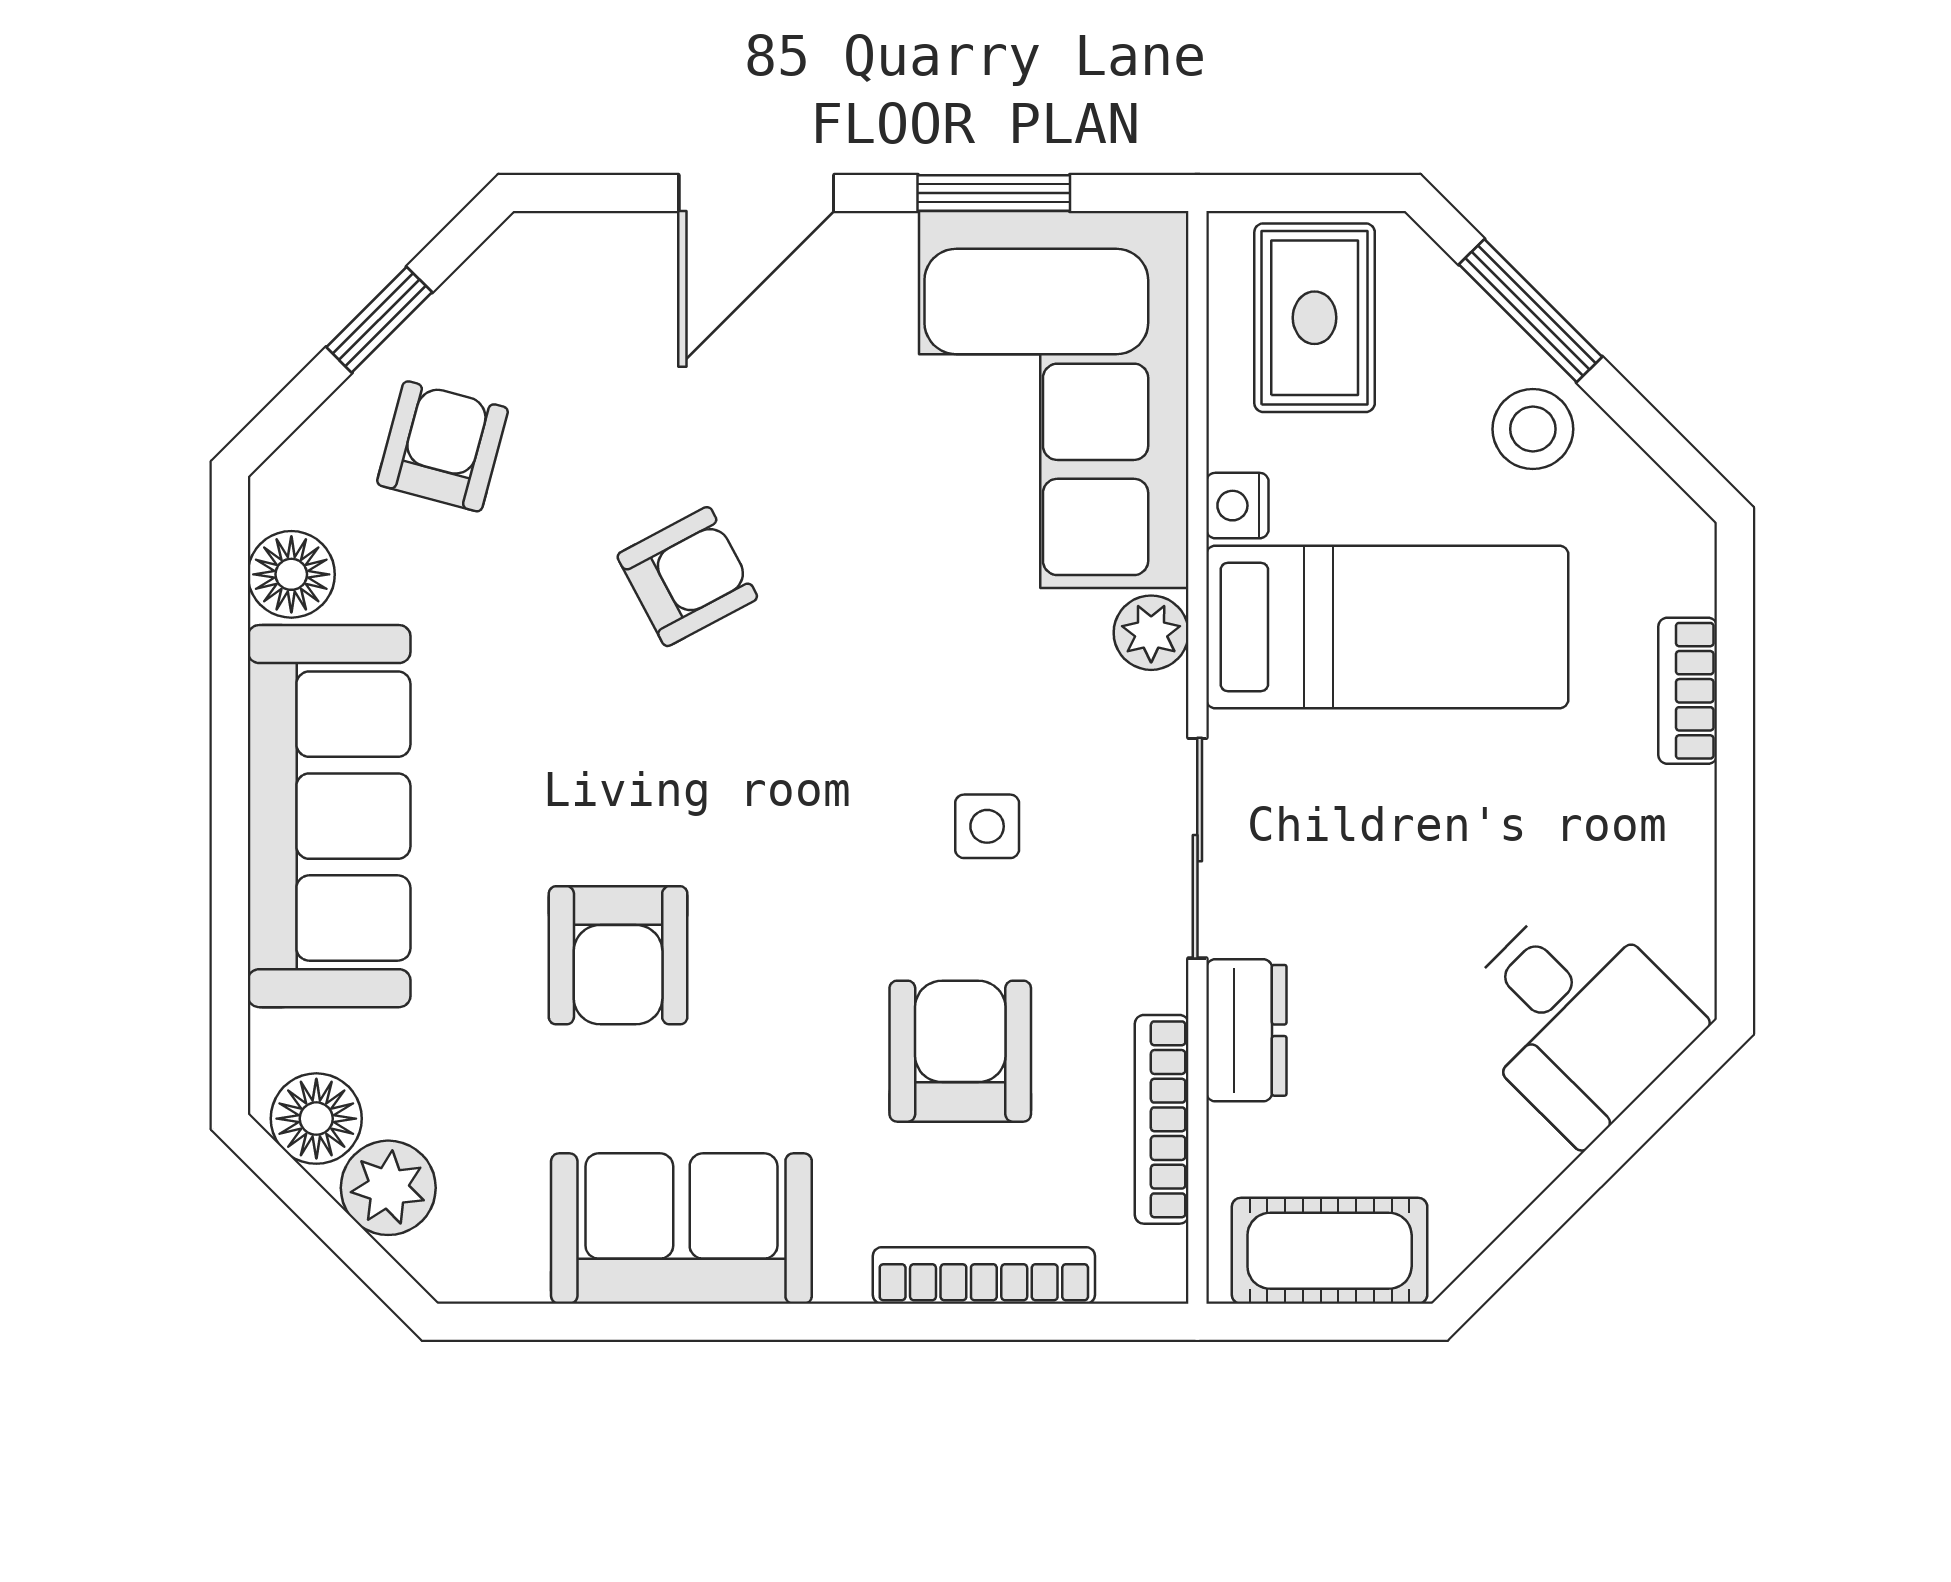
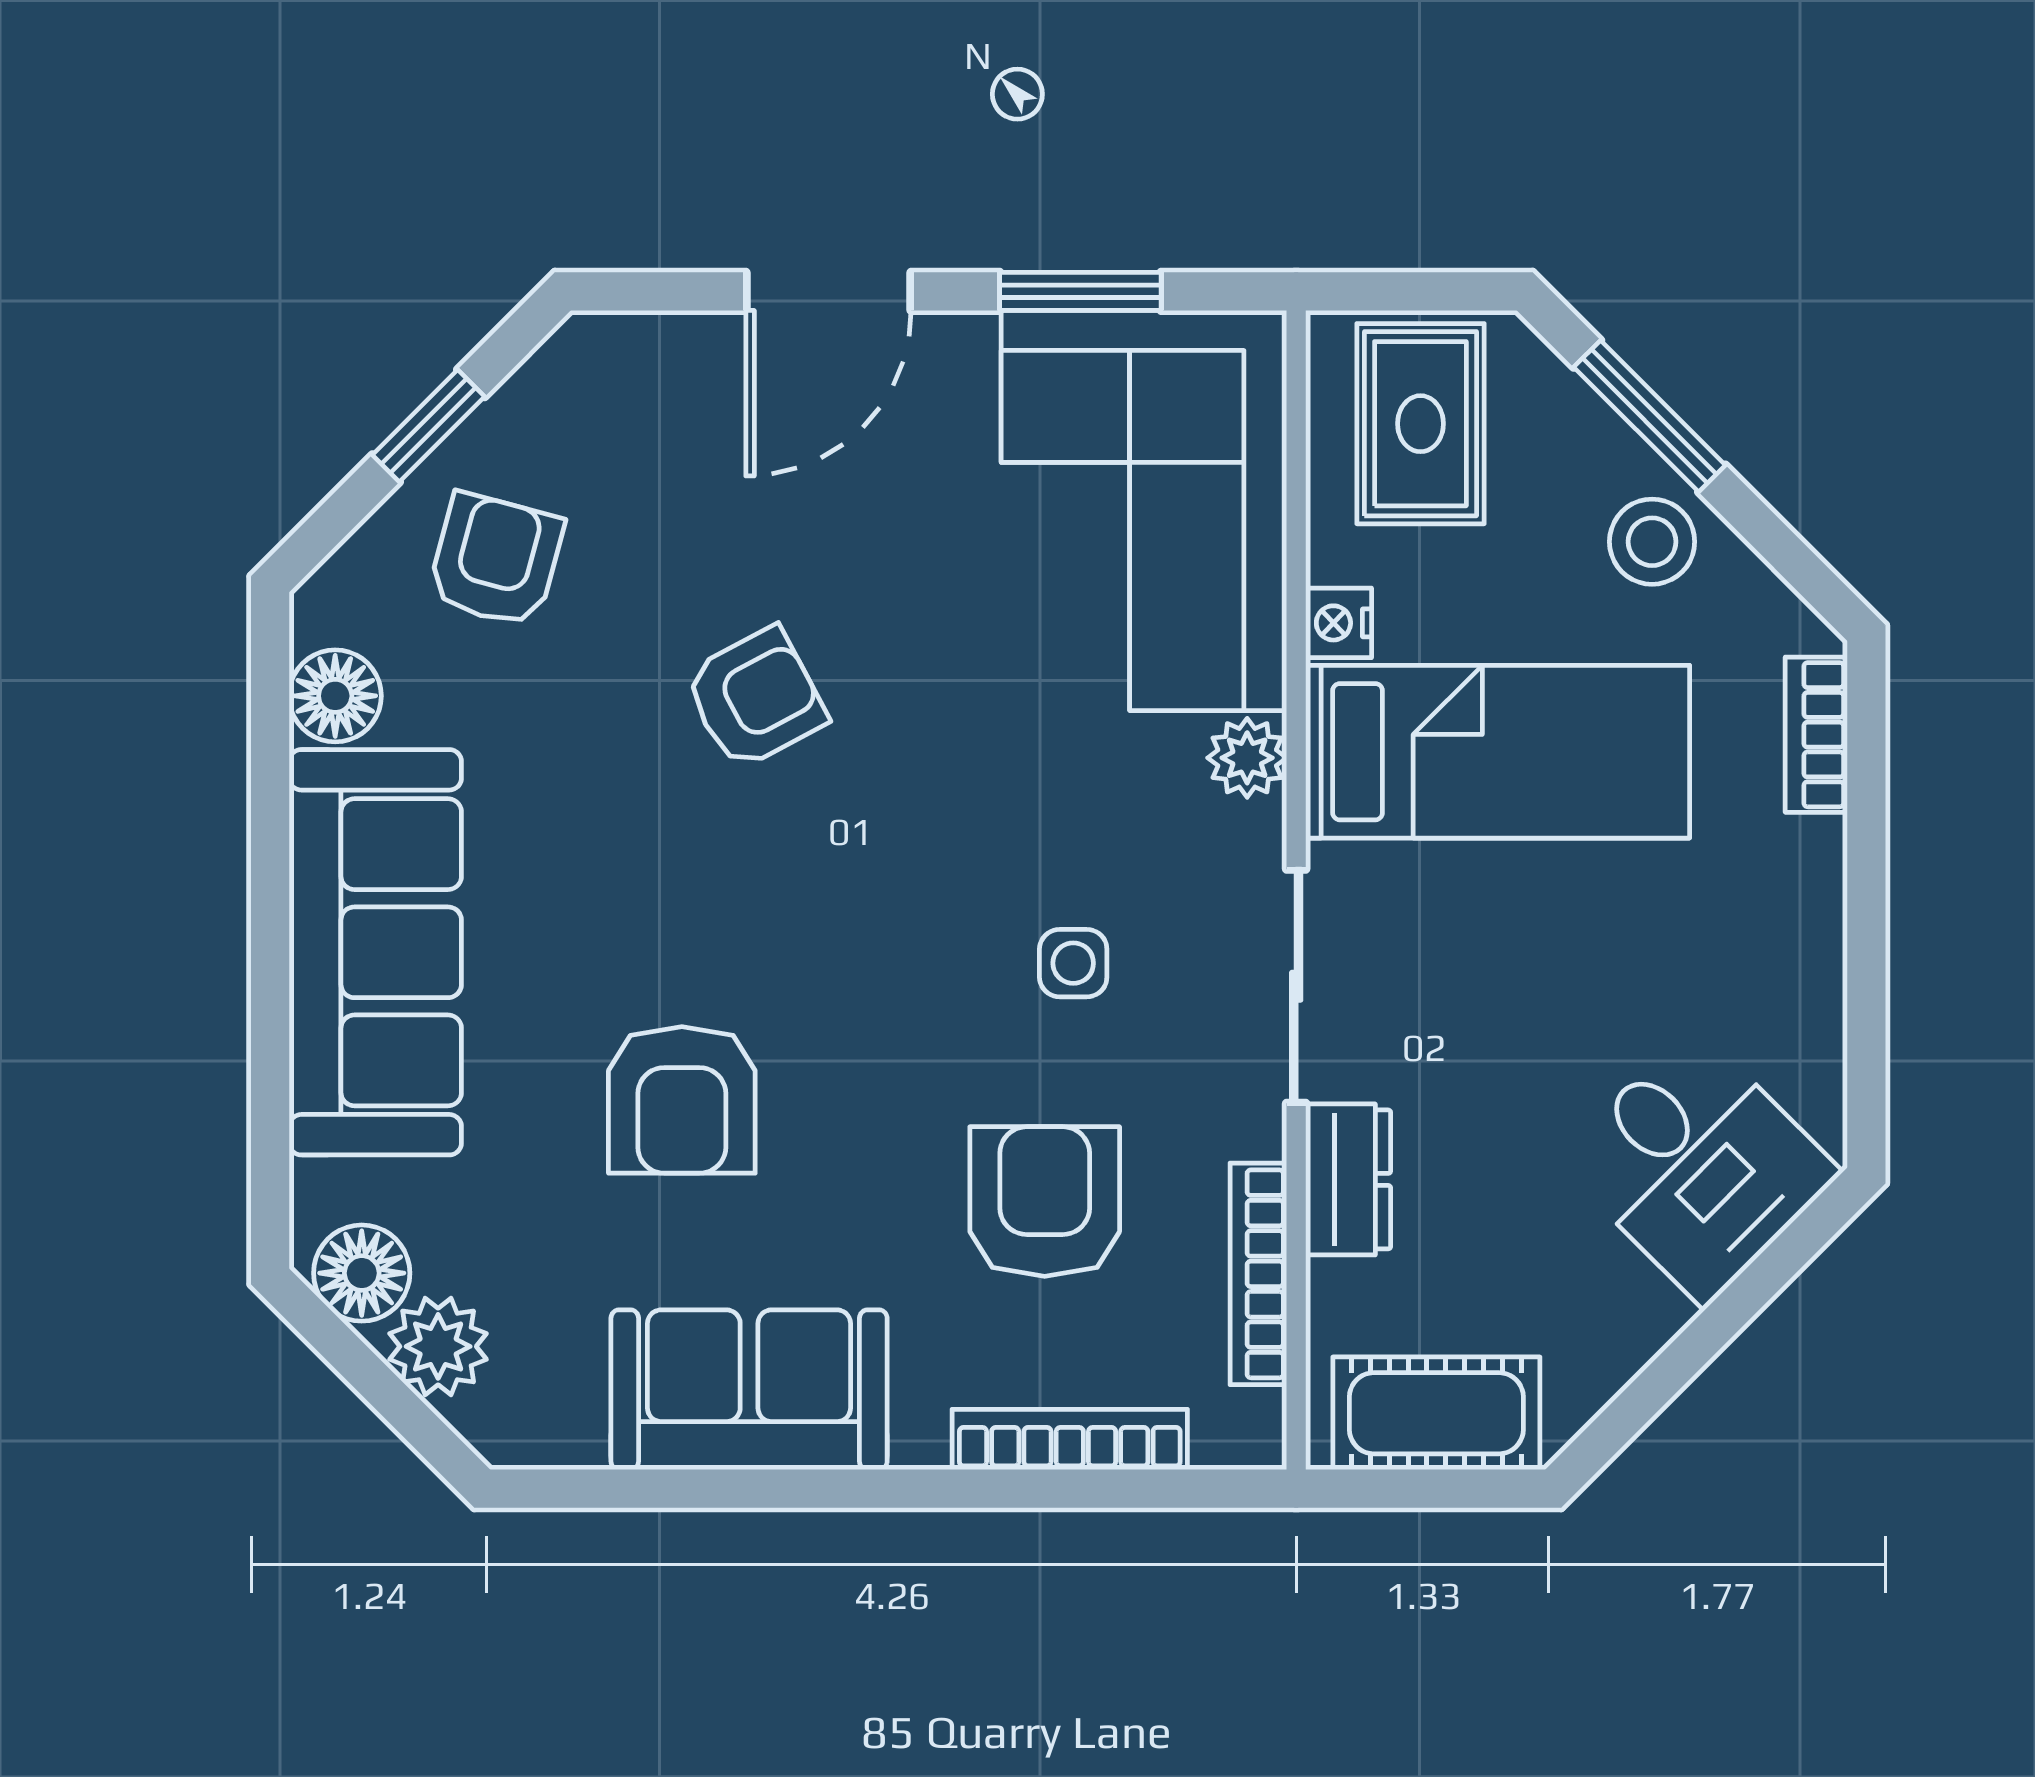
bookcase: (1688, 691) -> (1816, 735), moved

